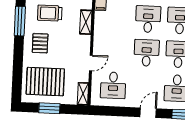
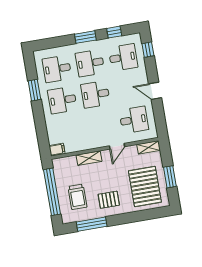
shelving: (86, 22) -> (89, 158), moved
door: (91, 63) -> (117, 146), swing flipped
door: (148, 113) -> (155, 91), moved

